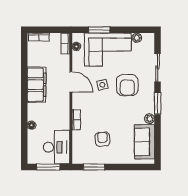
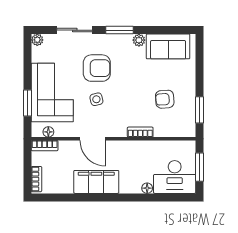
plant: (137, 38) -> (37, 40), moved
door: (71, 82) -> (93, 139), swing flipped
desk: (57, 147) -> (175, 177), moved, turned 180

